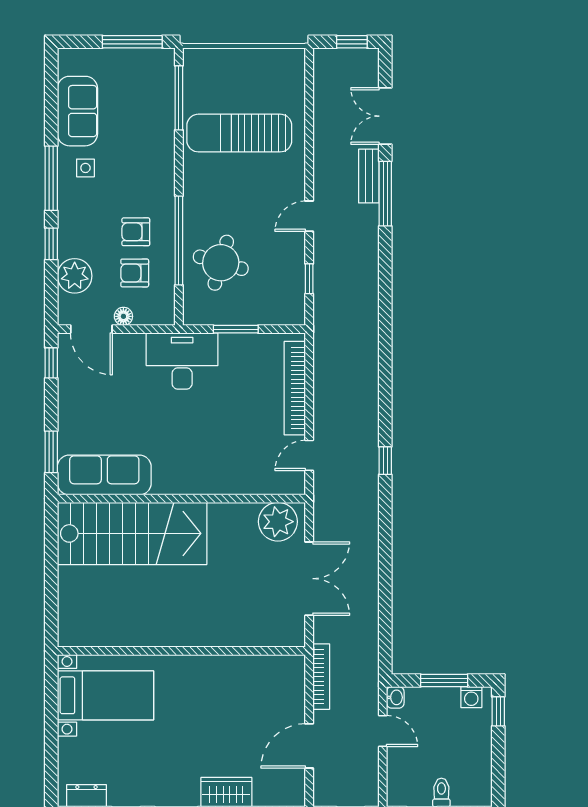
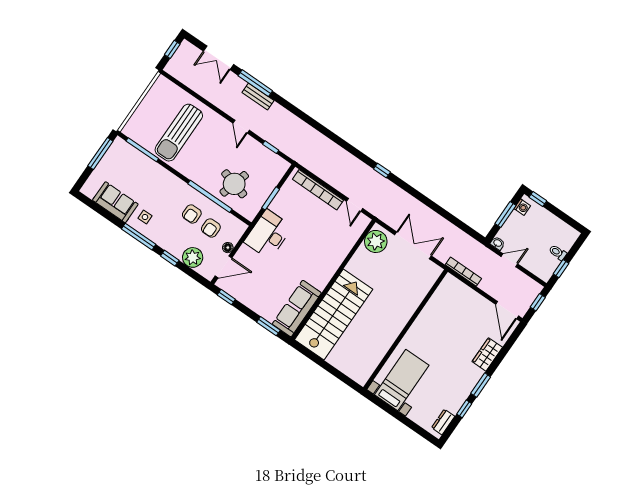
bench: (369, 176) -> (258, 96), moved
door: (309, 746) -> (507, 310), moved

